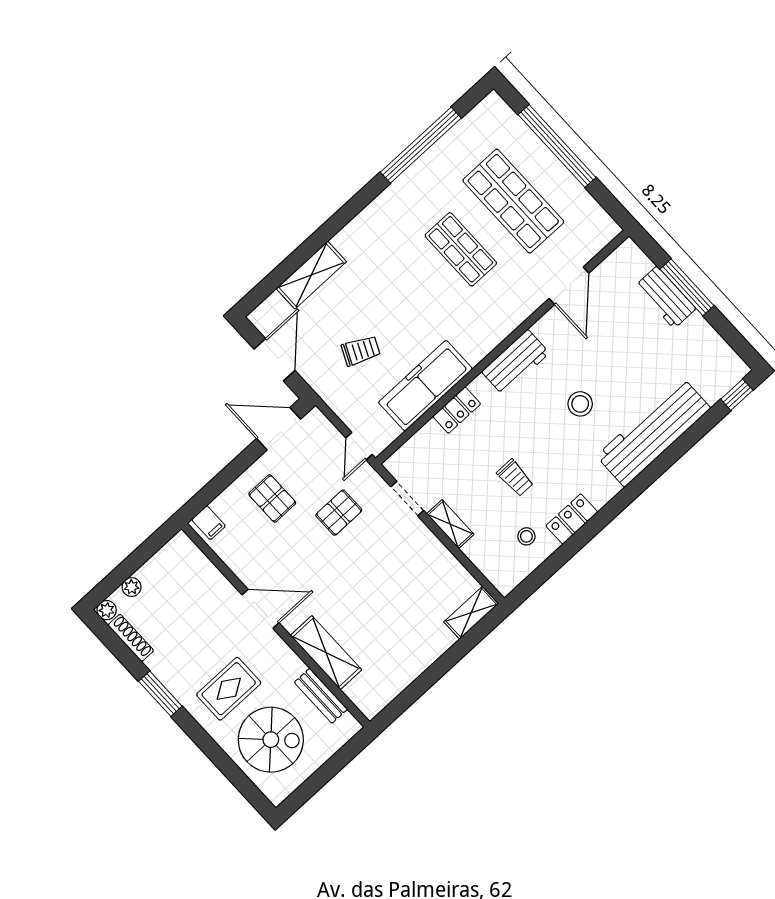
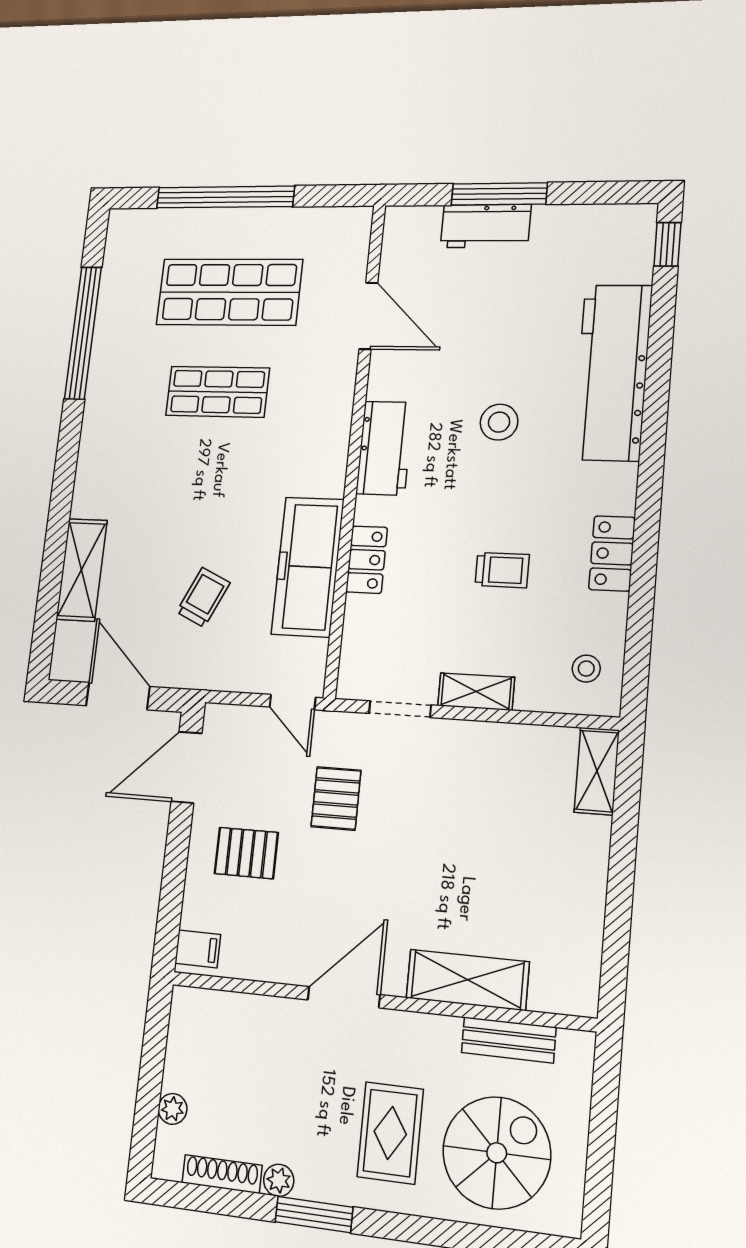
stool: (526, 536) -> (586, 669), moved
plant: (107, 610) -> (279, 1180), moved

